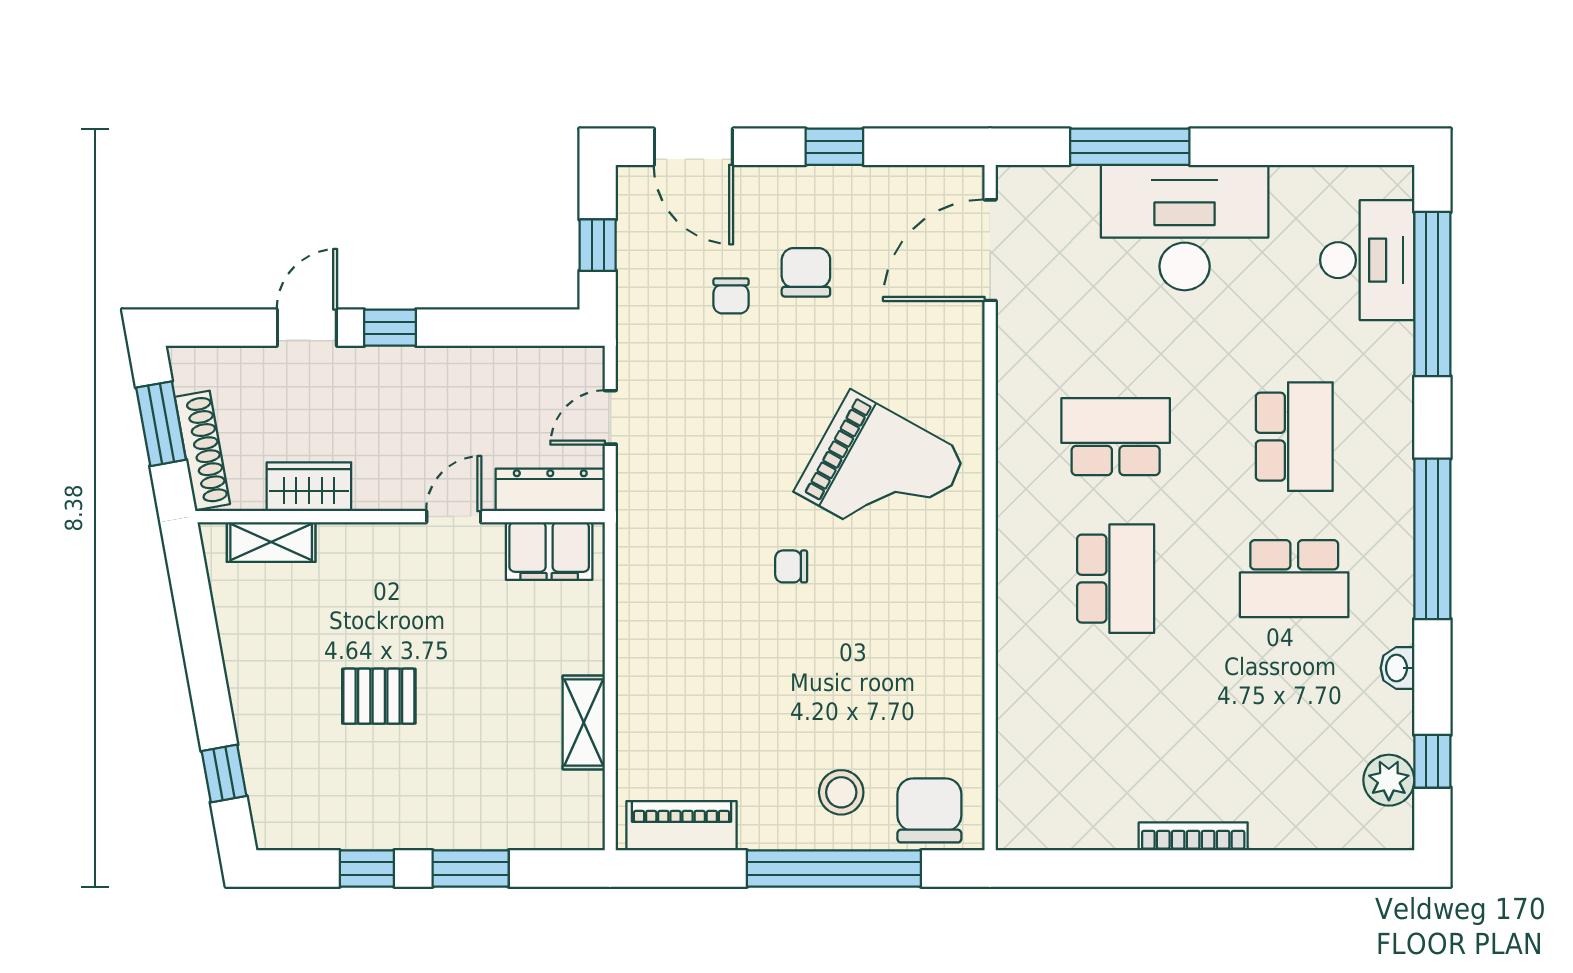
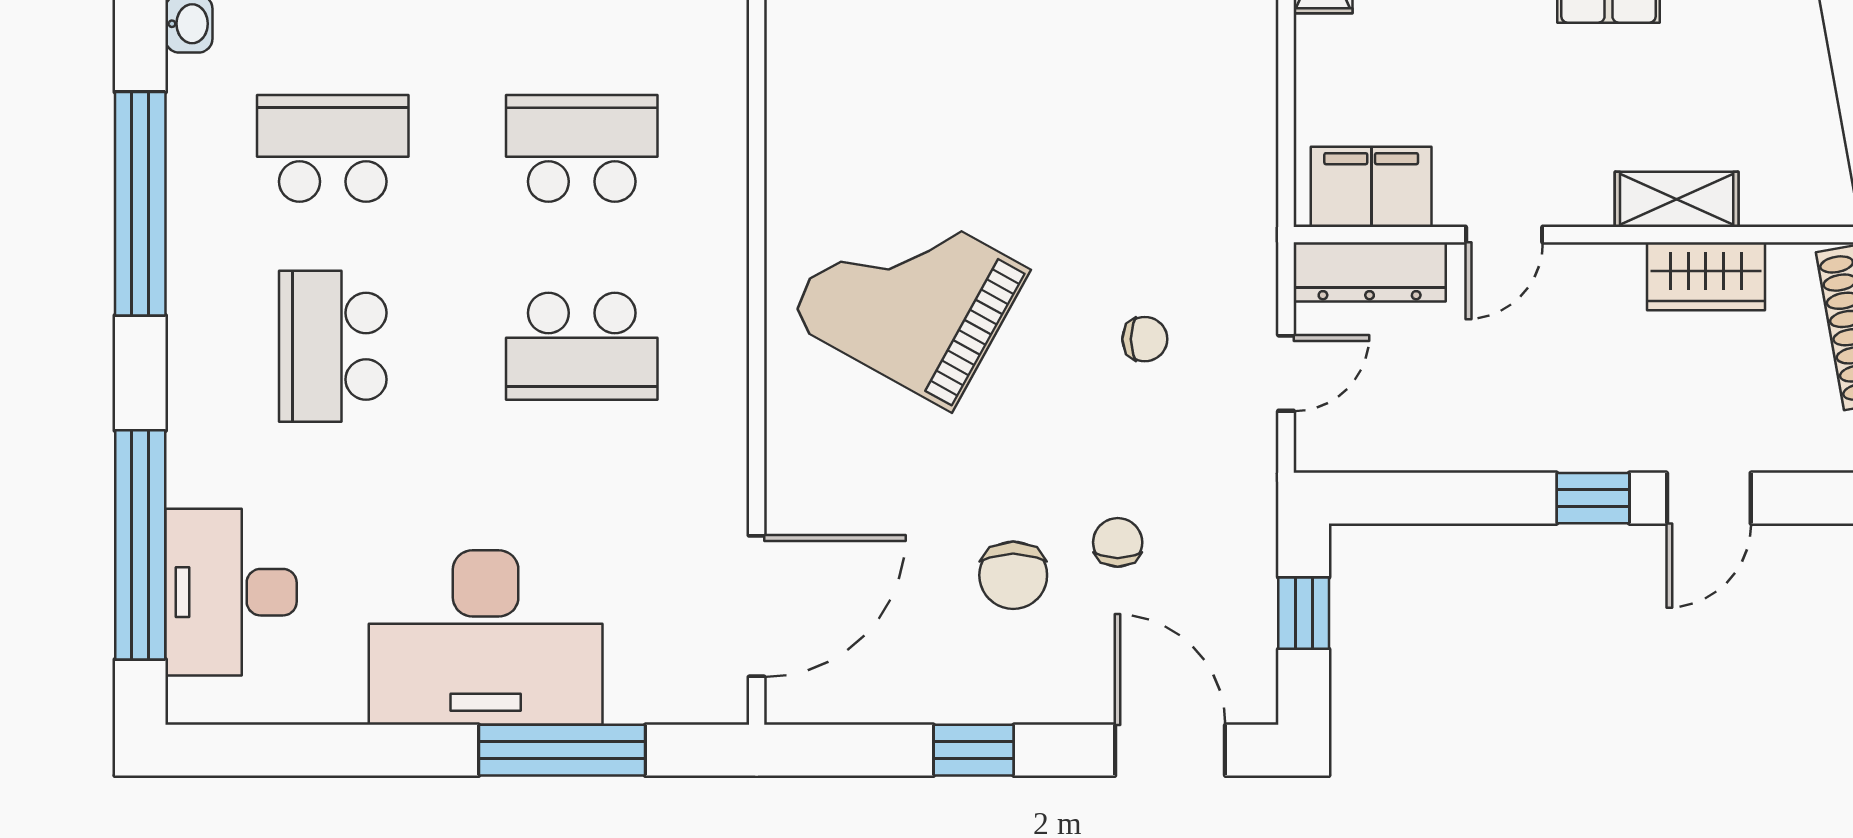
shelving: (271, 542) -> (1677, 199), moved
chair: (791, 566) -> (1145, 339), moved
school desk: (1116, 579) -> (582, 148), turned 90

